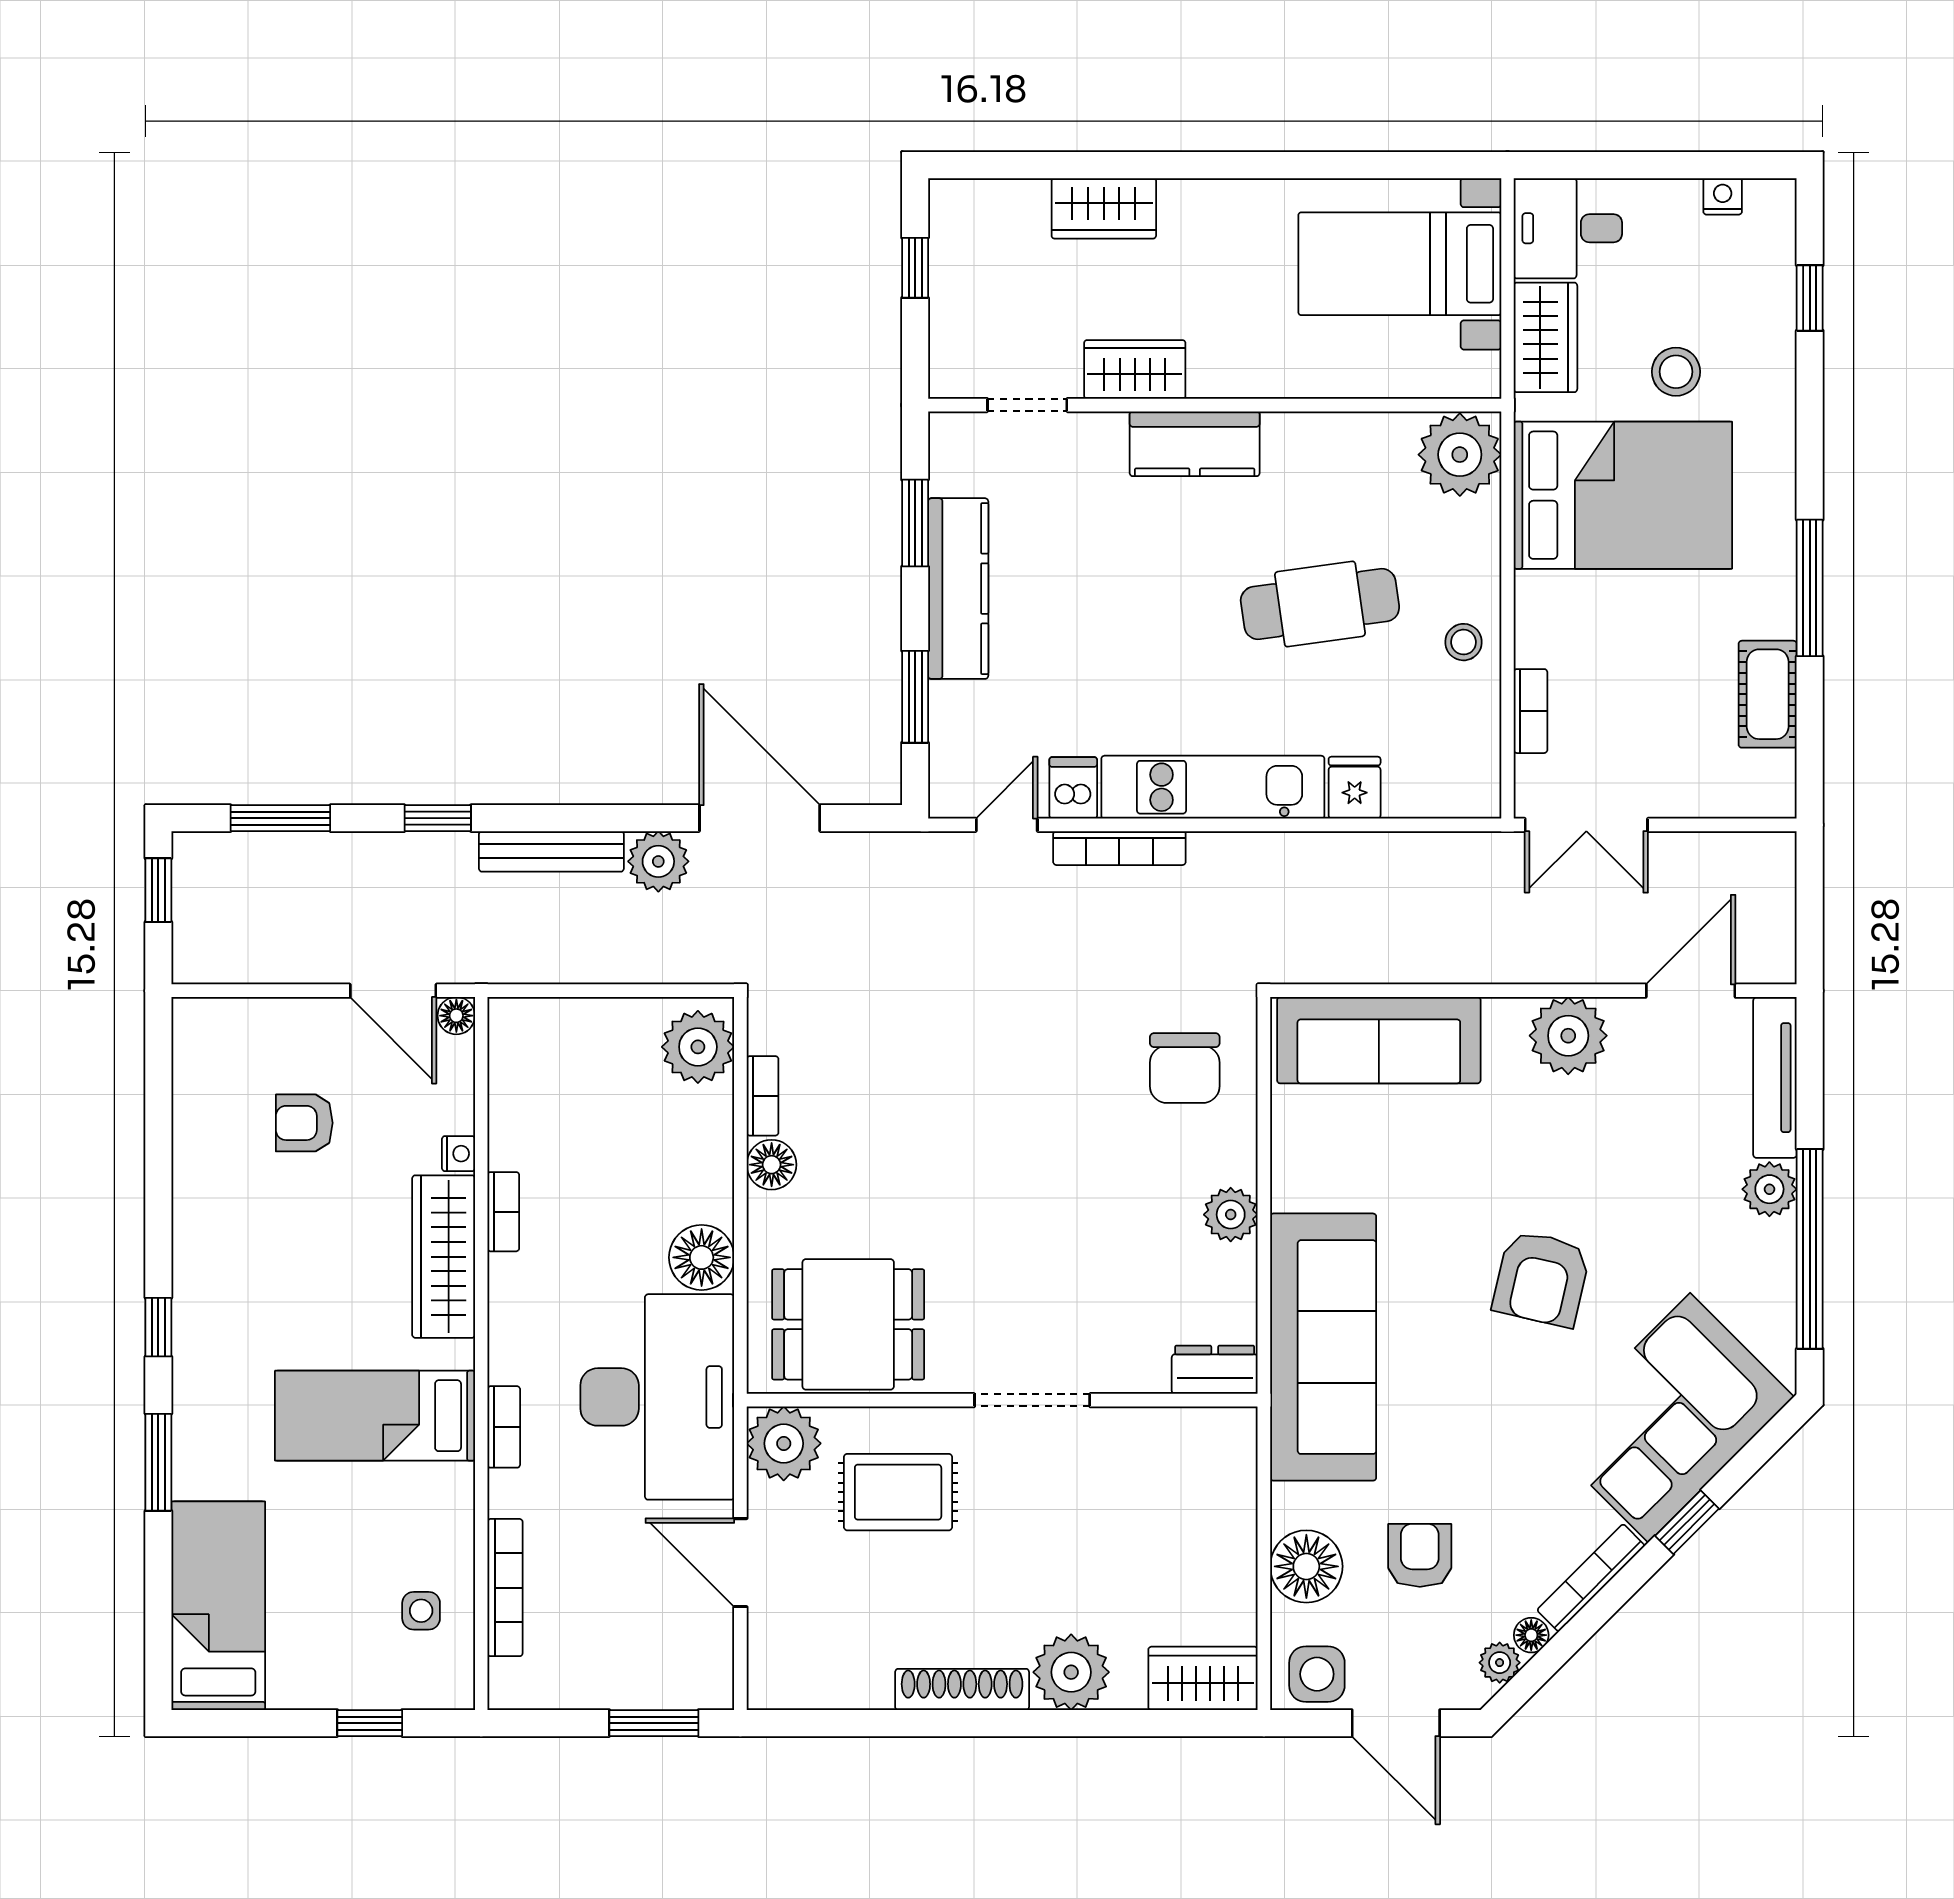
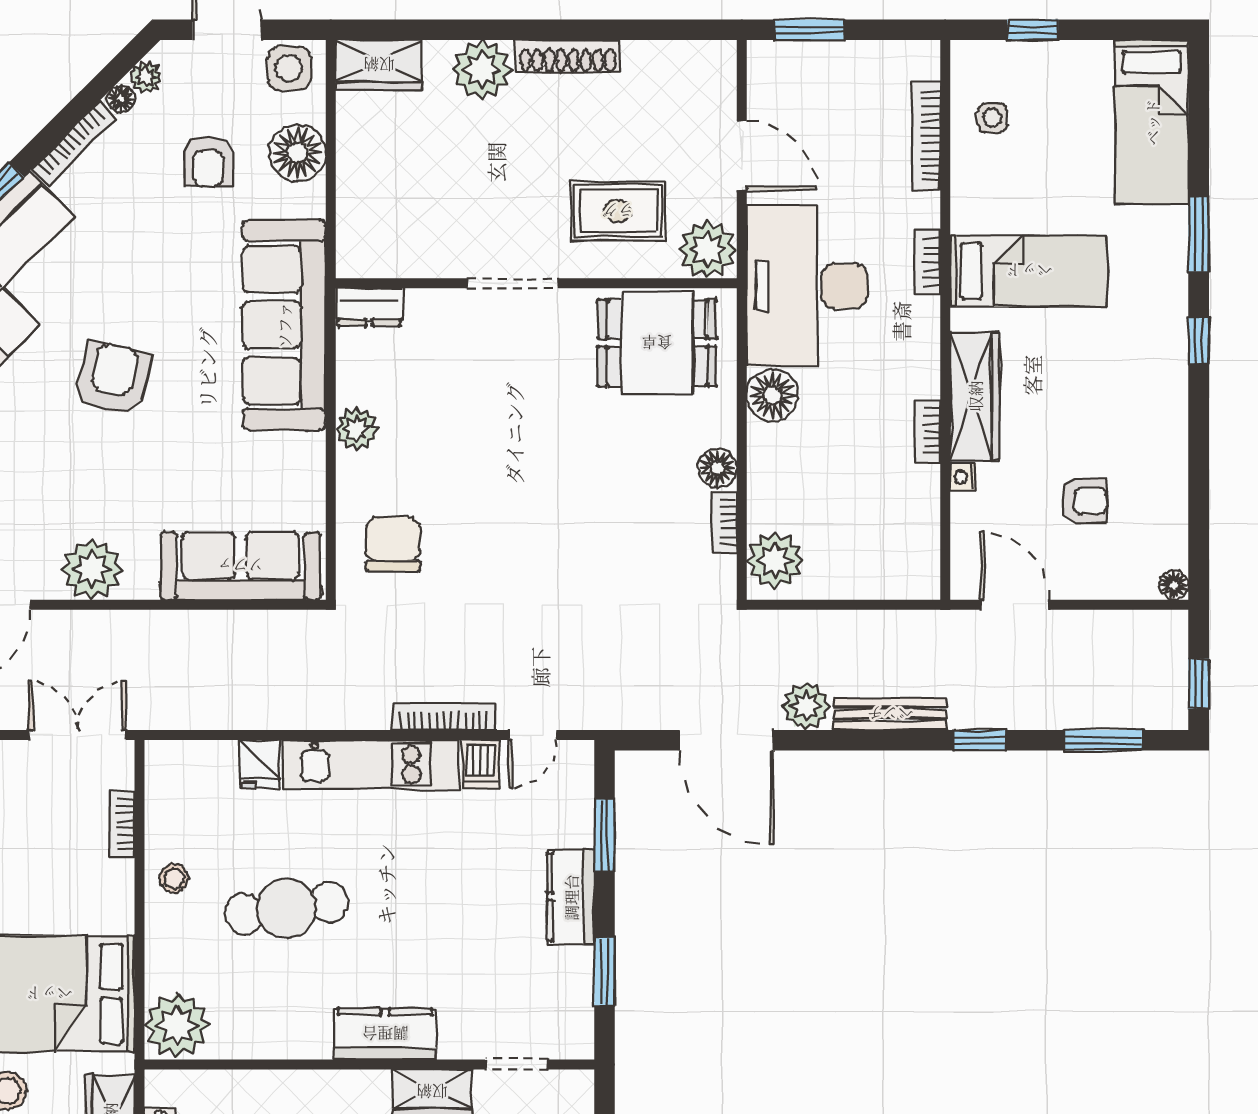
kitchen counter: (958, 589) -> (571, 897), width x0.67
floor lamp: (456, 1016) -> (1174, 585), moved

